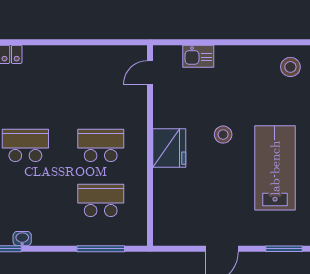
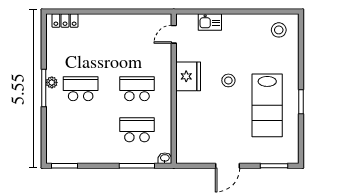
fridge: (169, 148) -> (188, 76), moved
lab bench: (275, 168) -> (267, 105), turned 180
washbasin: (22, 239) -> (165, 158), moved

